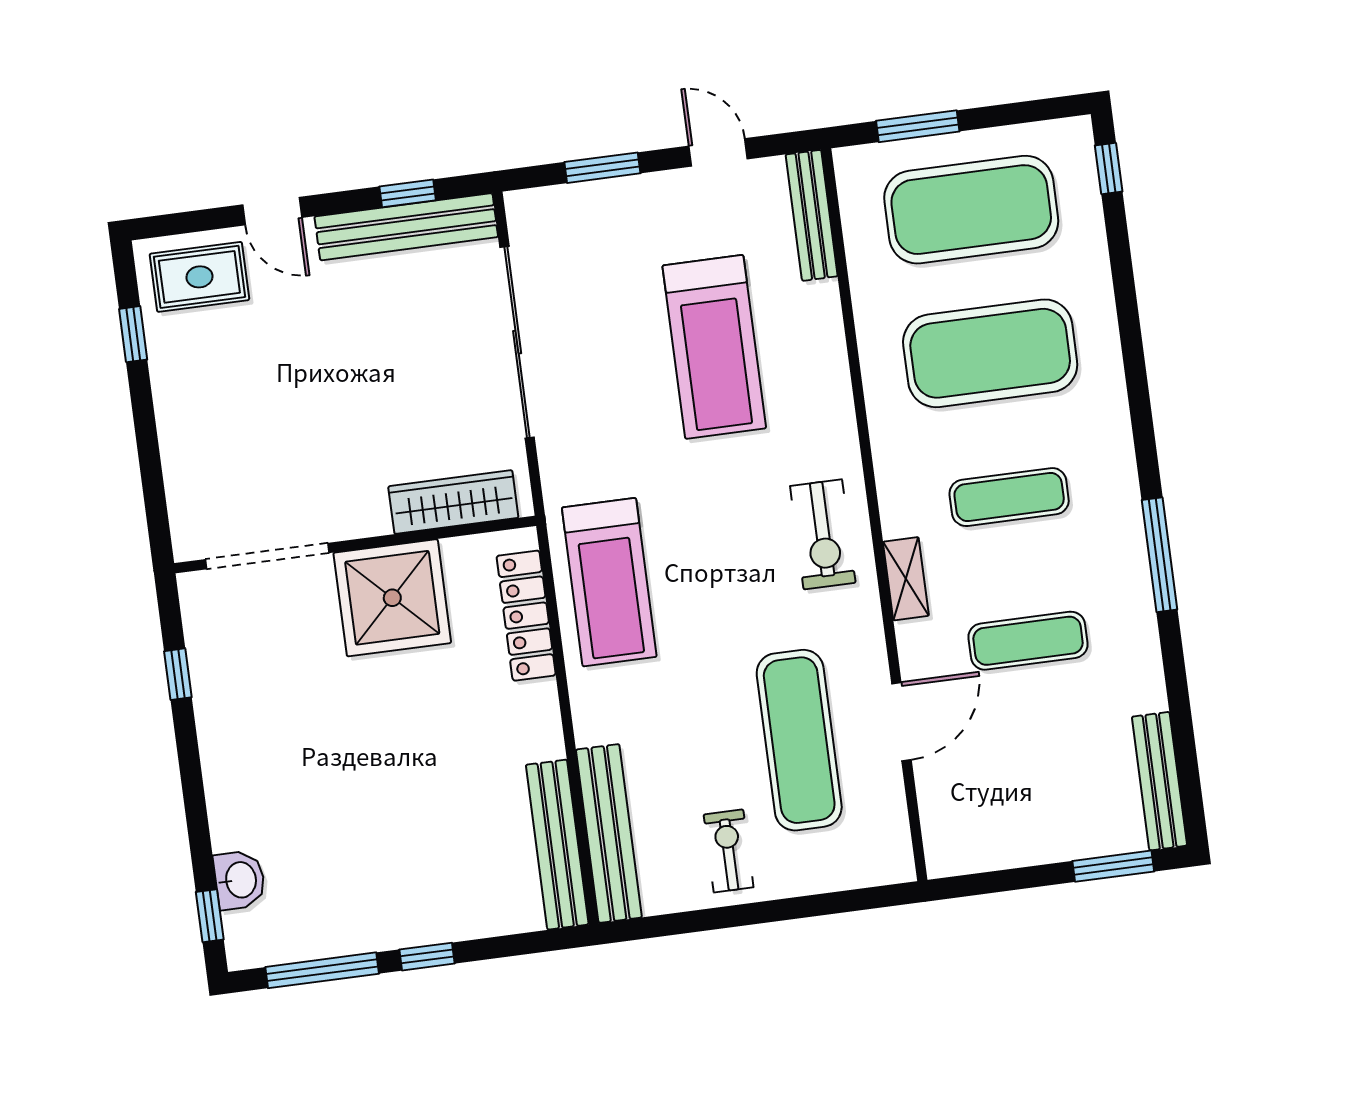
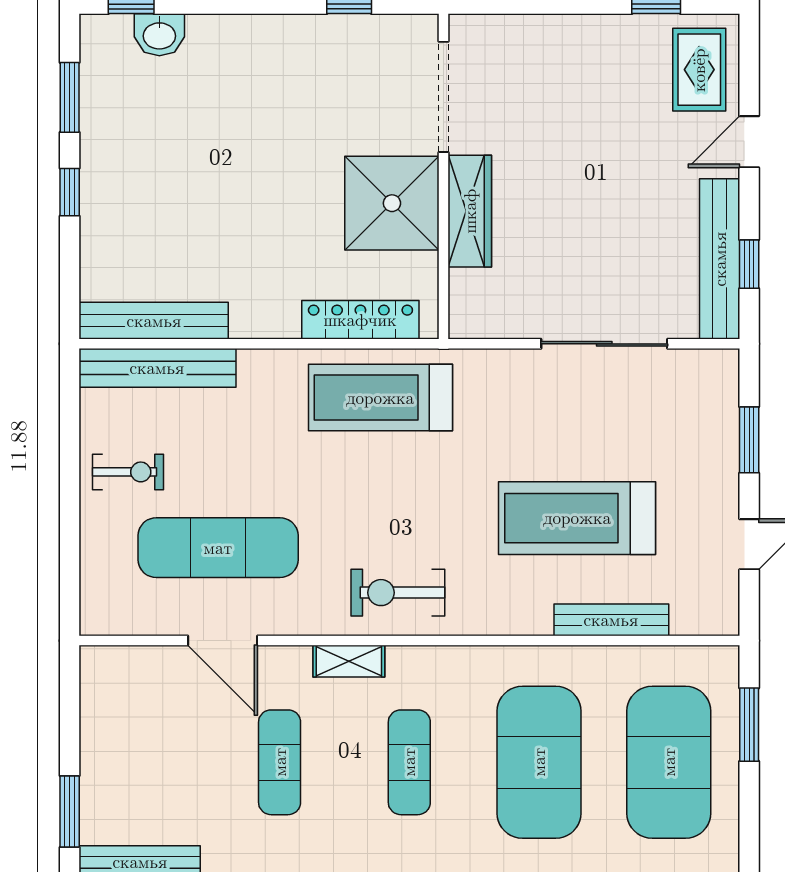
bench: (812, 215) -> (611, 620), moved
sliding door: (517, 342) -> (604, 344), width x0.73
wardrobe: (453, 502) -> (470, 211), moved
window: (322, 970) -> (70, 97), width x0.69

